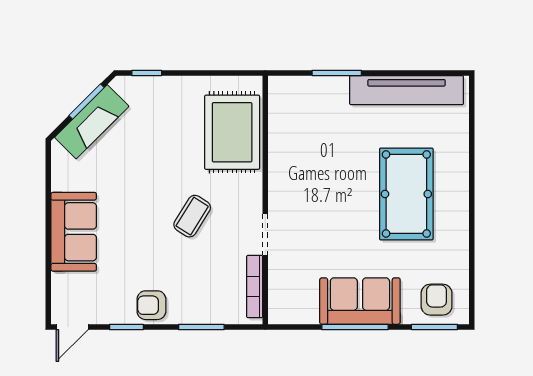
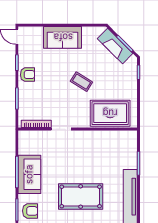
coffee table: (192, 216) -> (81, 82), moved
armchair: (151, 305) -> (27, 75), turned 90

